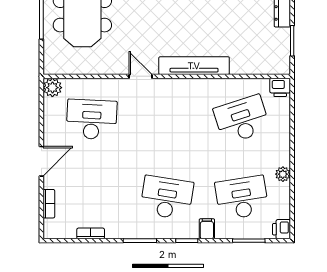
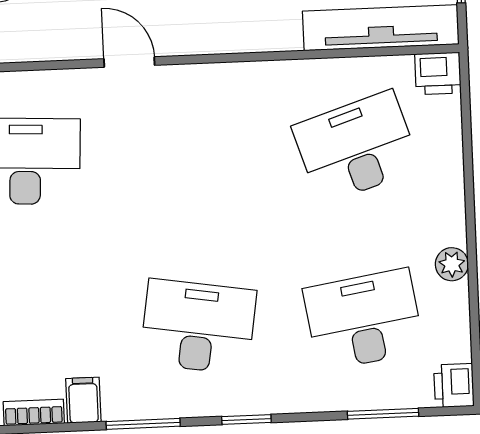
tv unit: (194, 66) -> (381, 28), moved
filing cabinet: (207, 229) -> (83, 400), moved

